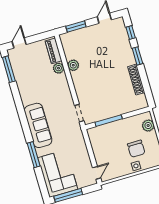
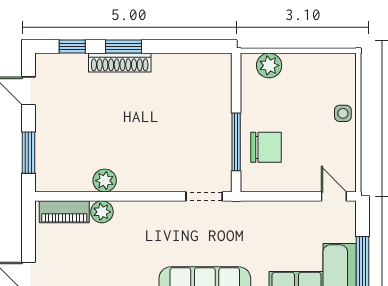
shoe rack: (136, 80) -> (120, 63), moved
chair: (136, 149) -> (266, 147), moved

